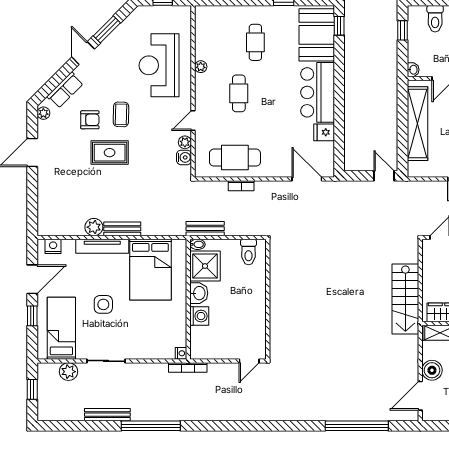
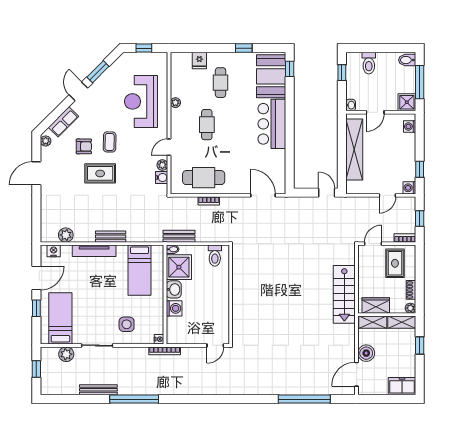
fridge: (324, 132) -> (199, 60), moved, turned -90
plant: (94, 227) -> (66, 235), moved
bed: (150, 270) -> (140, 270), width x0.67
side table: (103, 304) -> (127, 324), moved

